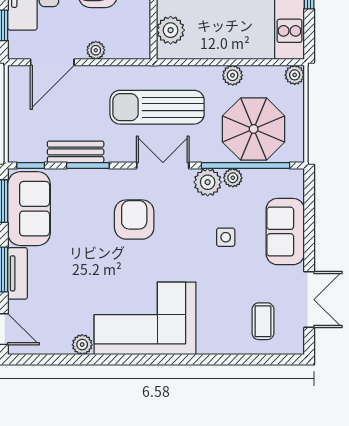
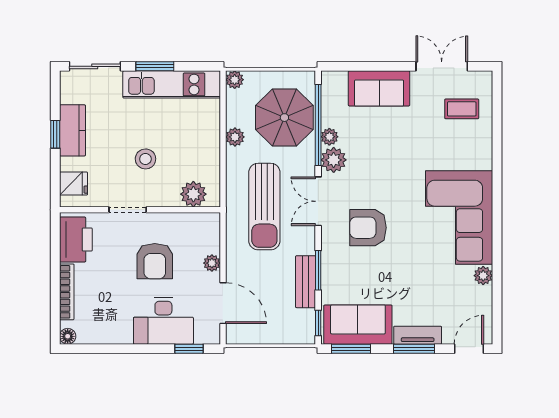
side table: (226, 237) -> (384, 143), removed

